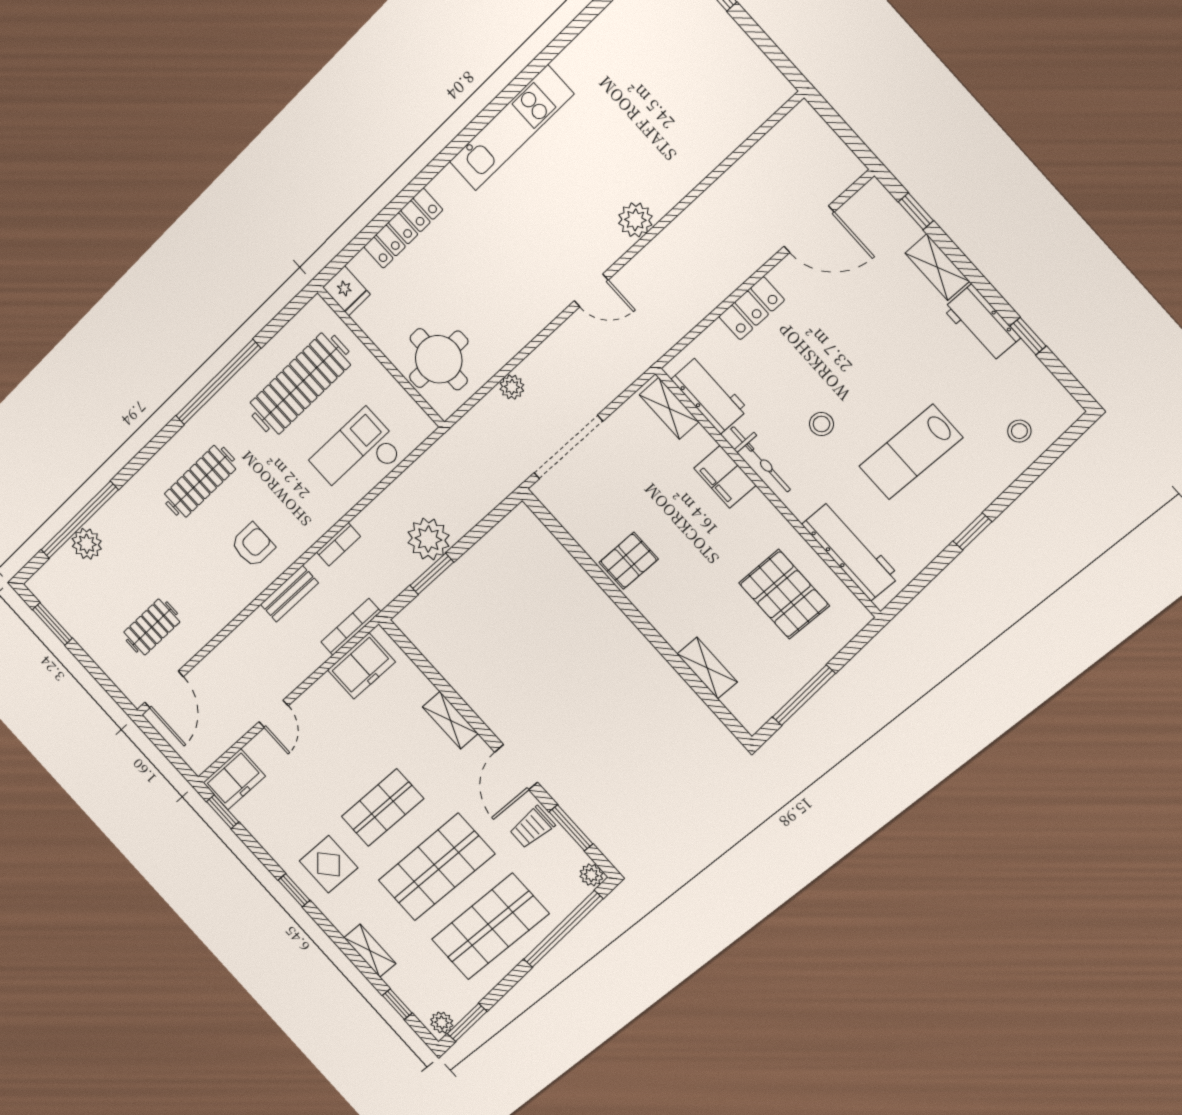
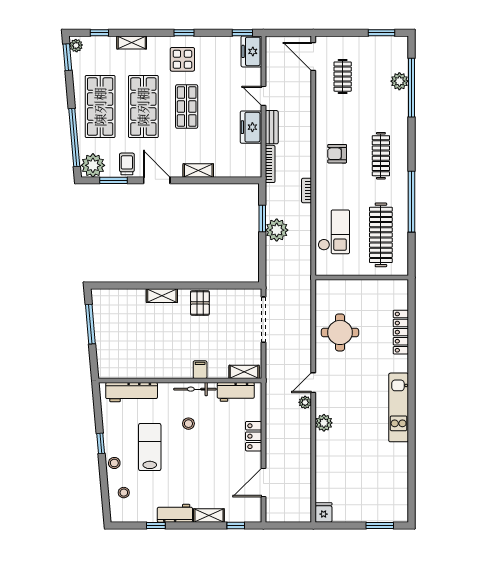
fridge: (346, 291) -> (324, 512), moved, turned 90
round table: (439, 359) -> (340, 332), moved
plant: (512, 387) -> (305, 402), moved
filing cabinet: (725, 477) -> (200, 370), width x0.50
stool: (985, 485) -> (114, 463), added
armchair: (253, 545) -> (337, 154), turned 90
bench: (289, 594) -> (272, 127), moved
pallet: (784, 594) -> (136, 352), removed
freezer: (361, 666) -> (251, 127), moved
shelving: (707, 668) -> (162, 296), moved
plant: (591, 875) -> (93, 165), width x1.87, depth x1.87

